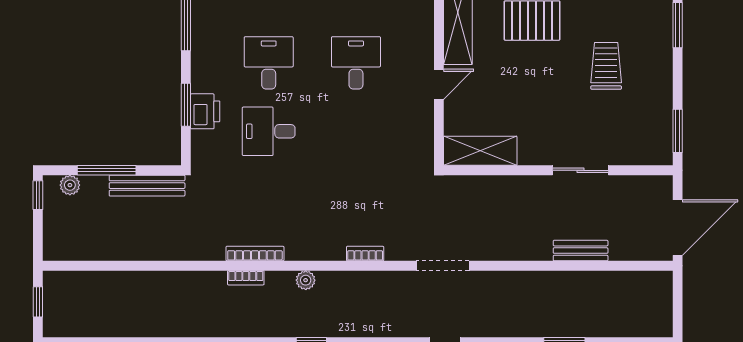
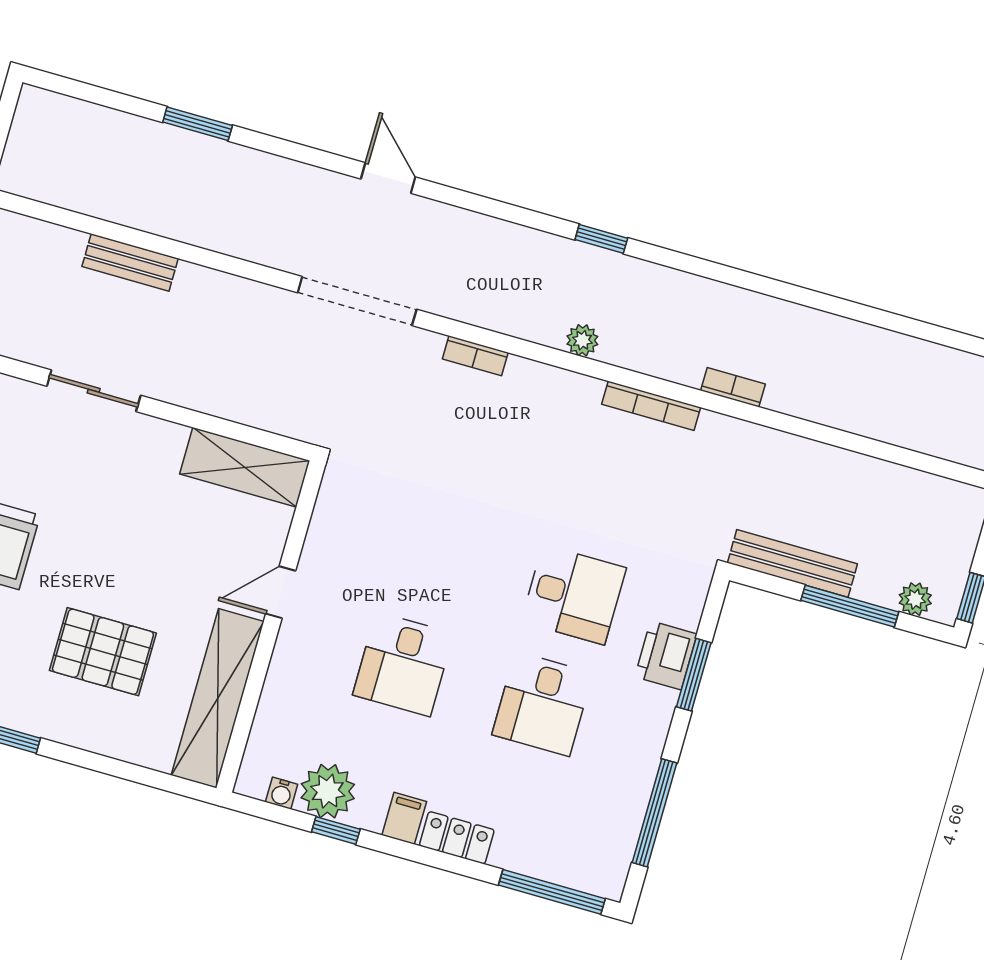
doorway: (443, 266) -> (357, 301), width x1.36
bookcase: (246, 278) -> (733, 387), moved

